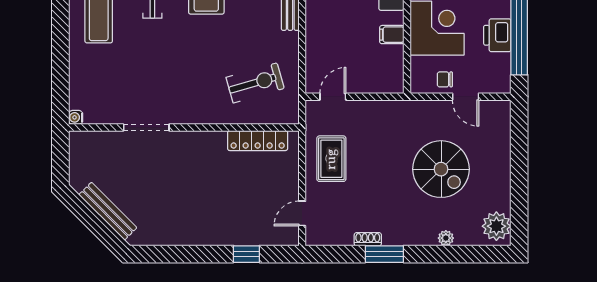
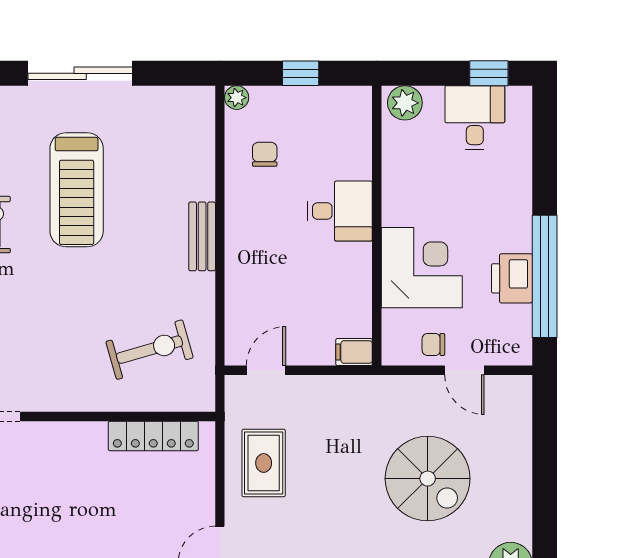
filing cabinet: (392, 35) -> (354, 352), moved

